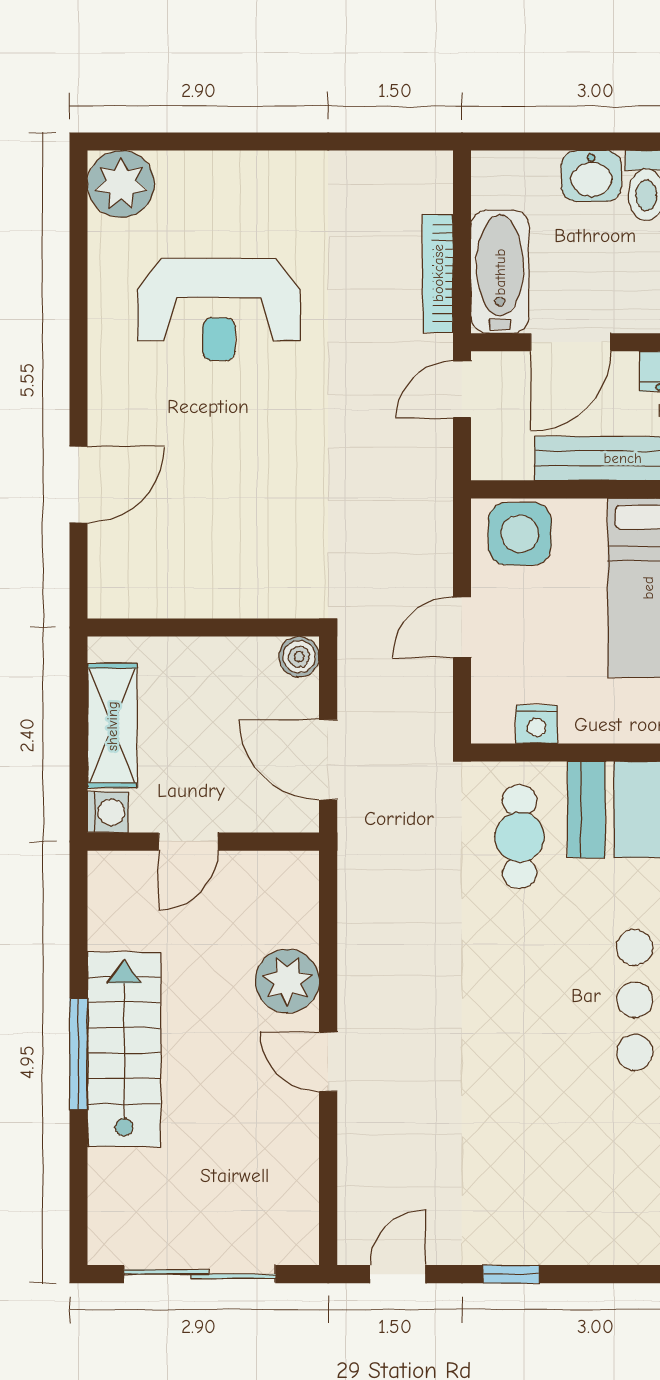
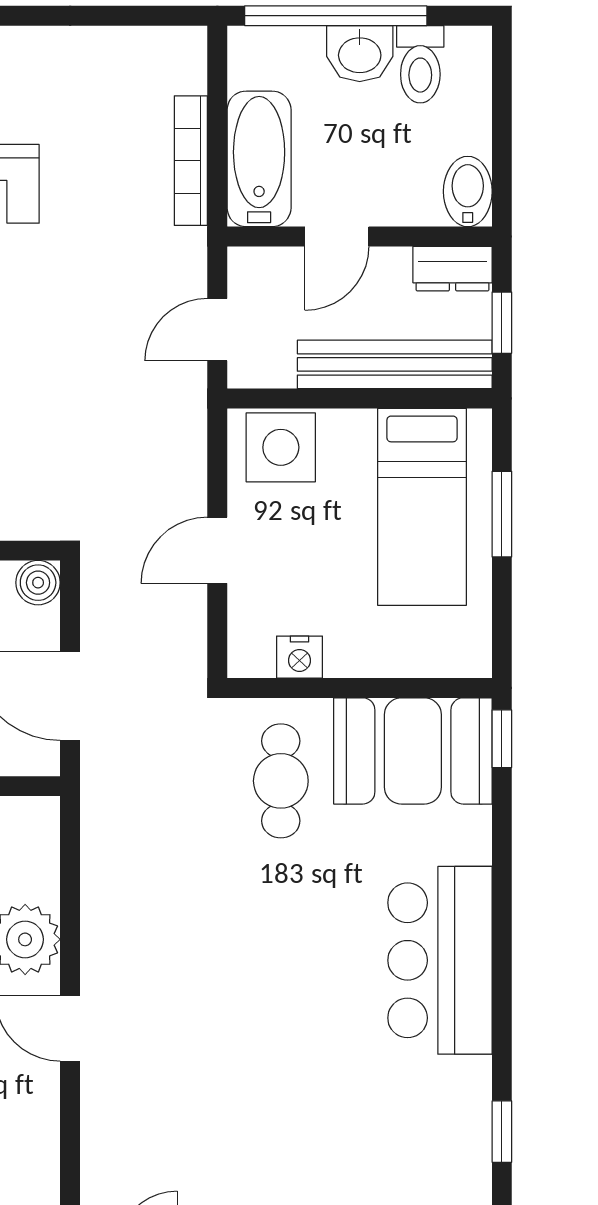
window: (569, 142) -> (336, 16), added
door: (571, 342) -> (337, 237), width x0.73
door: (462, 389) -> (217, 330), moved

